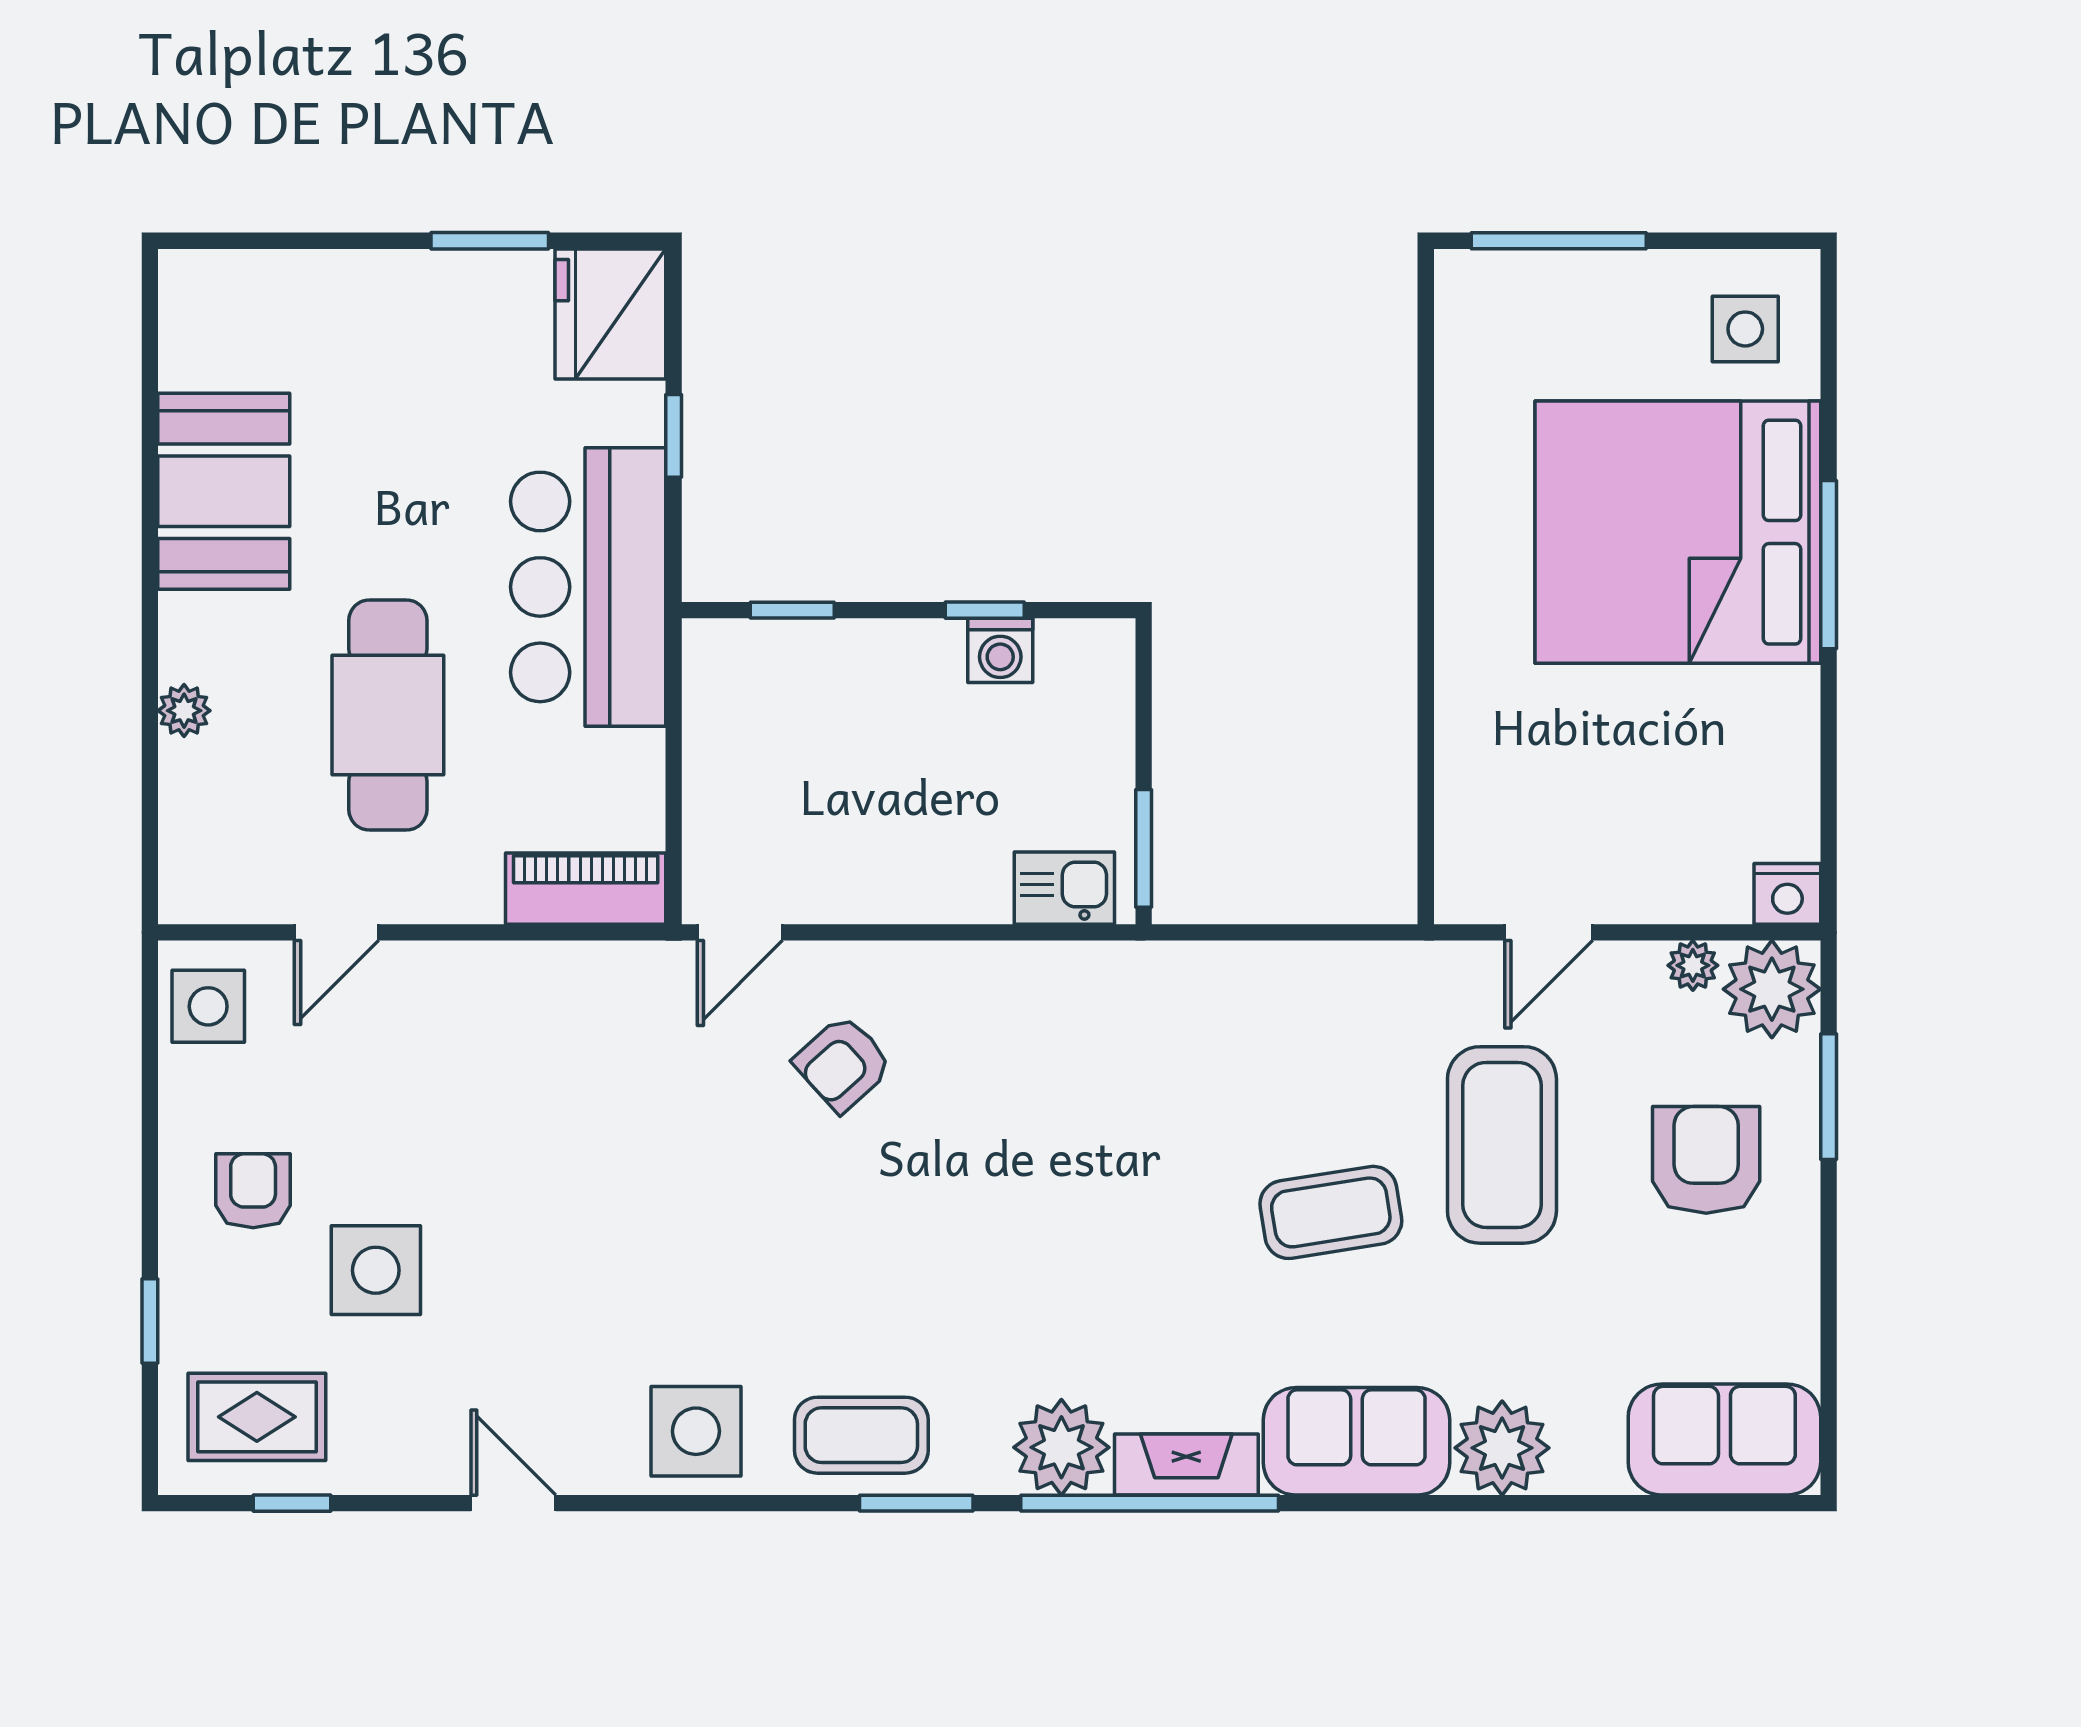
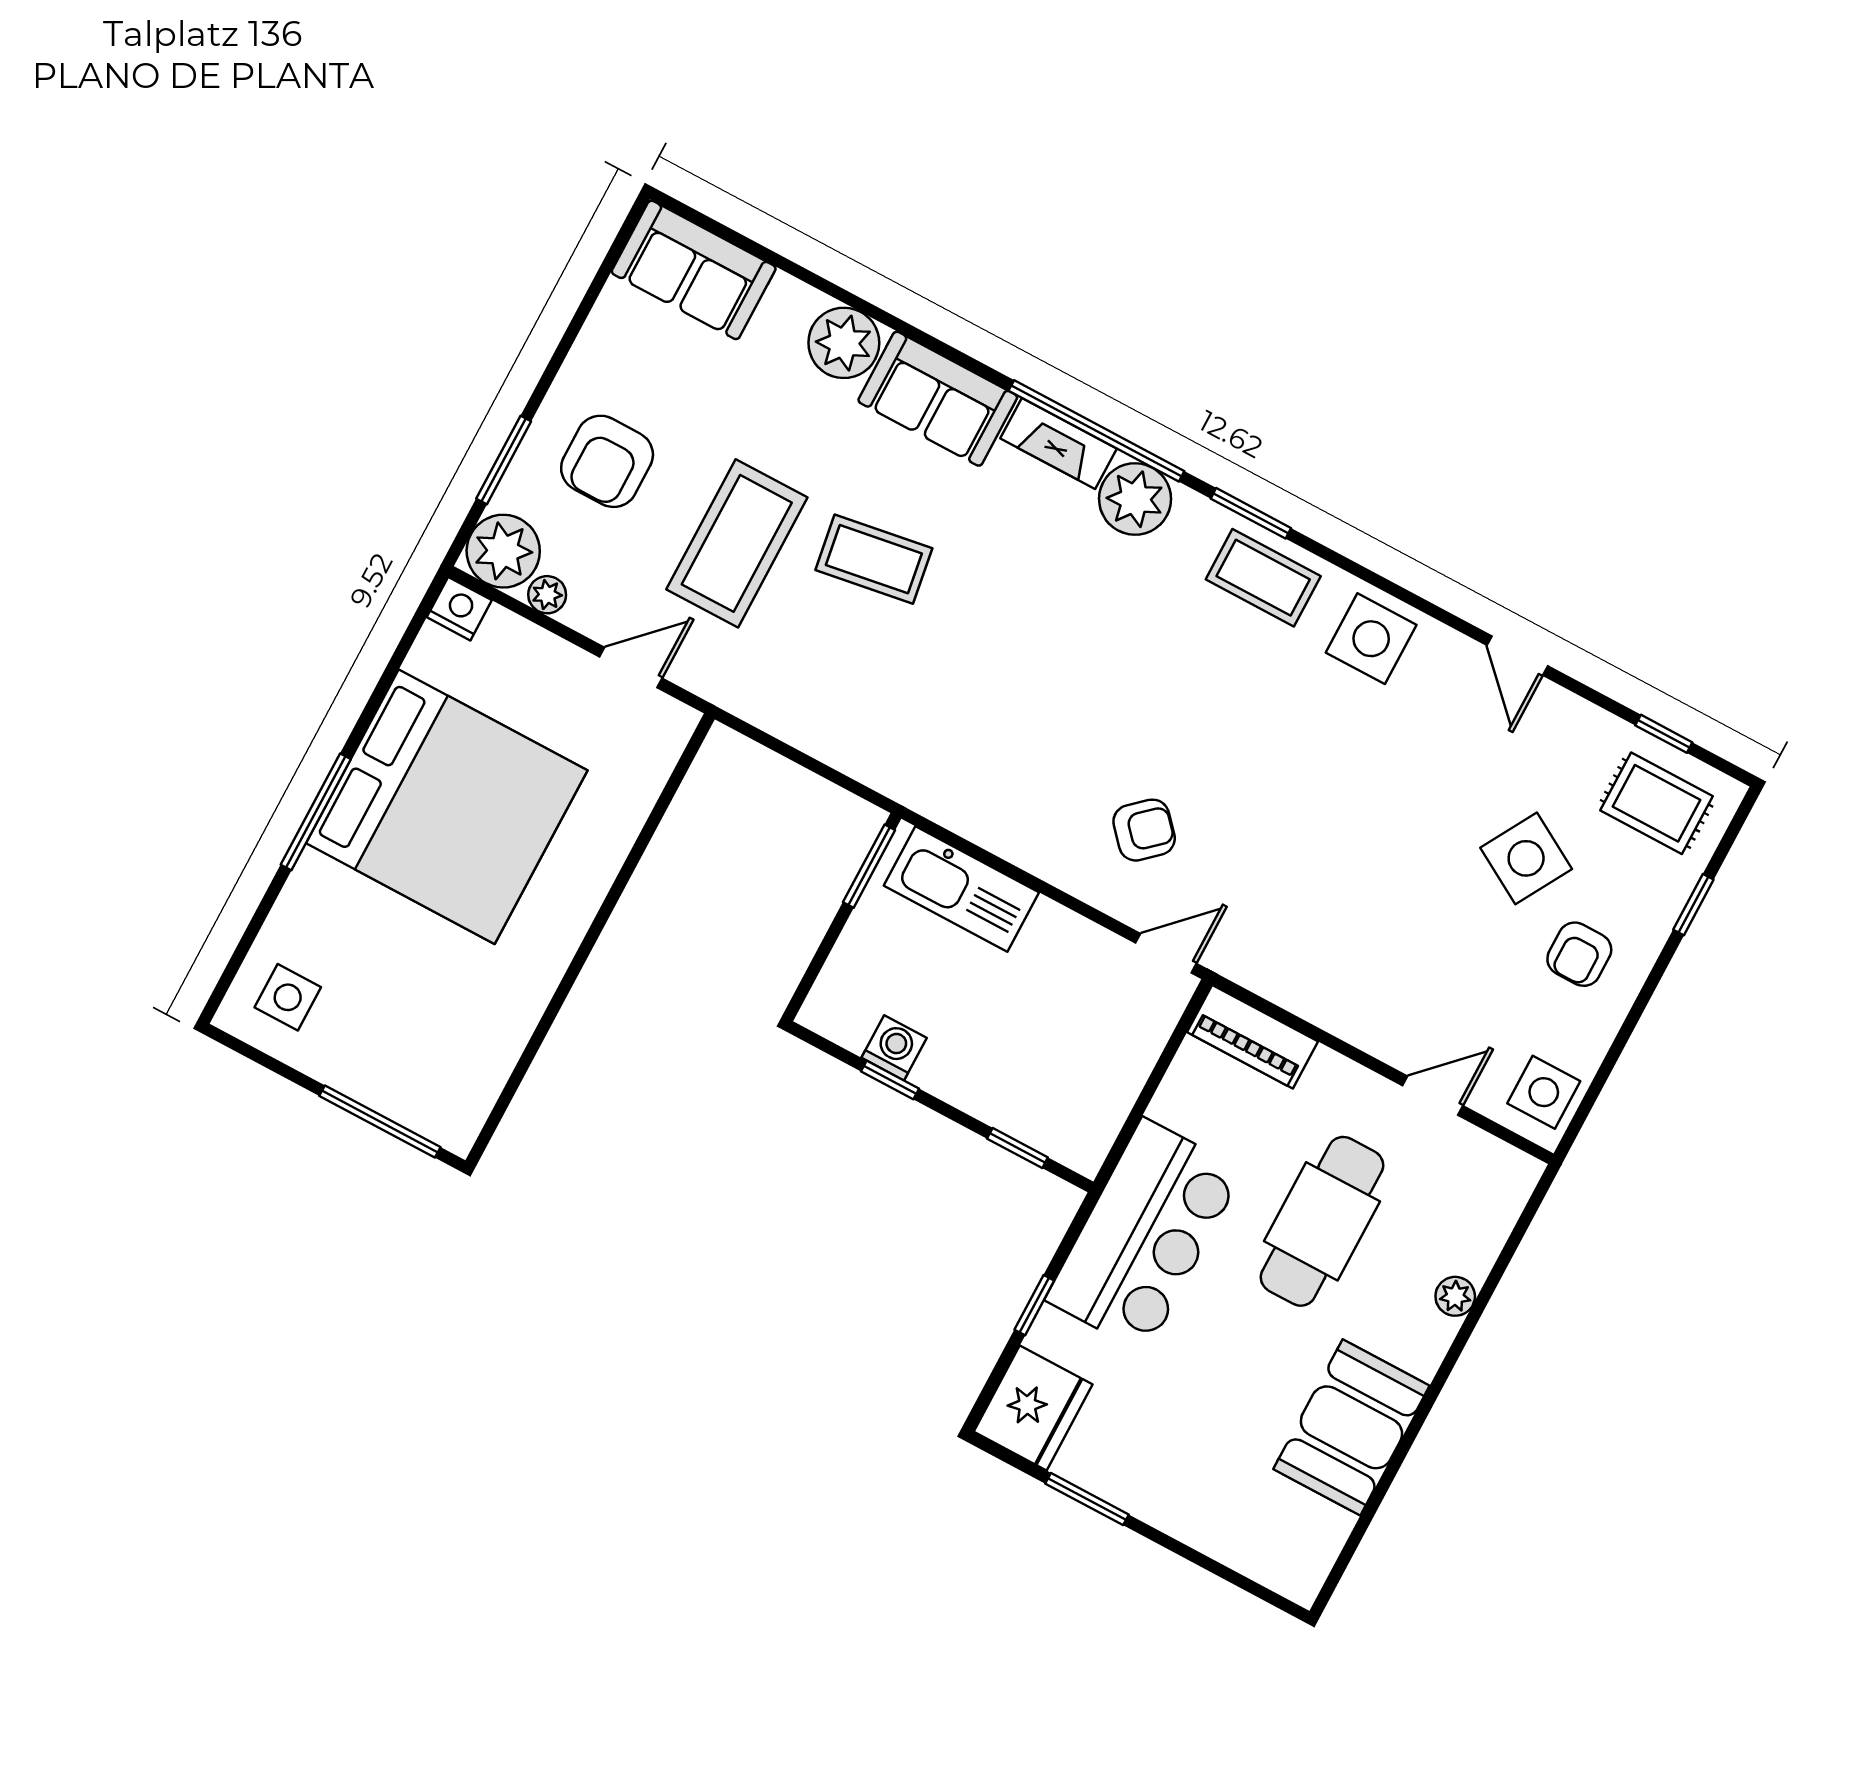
bed: (1678, 532) -> (447, 807), moved
kitchen sink: (1064, 888) -> (961, 889), width x1.87, depth x1.24
side table: (376, 1270) -> (1526, 858), turned 30

